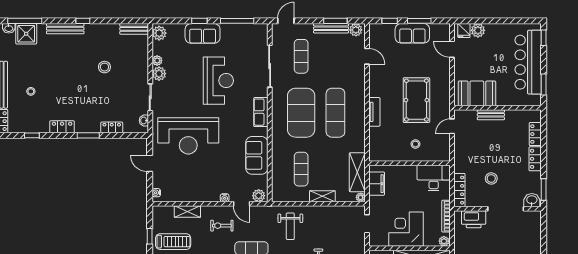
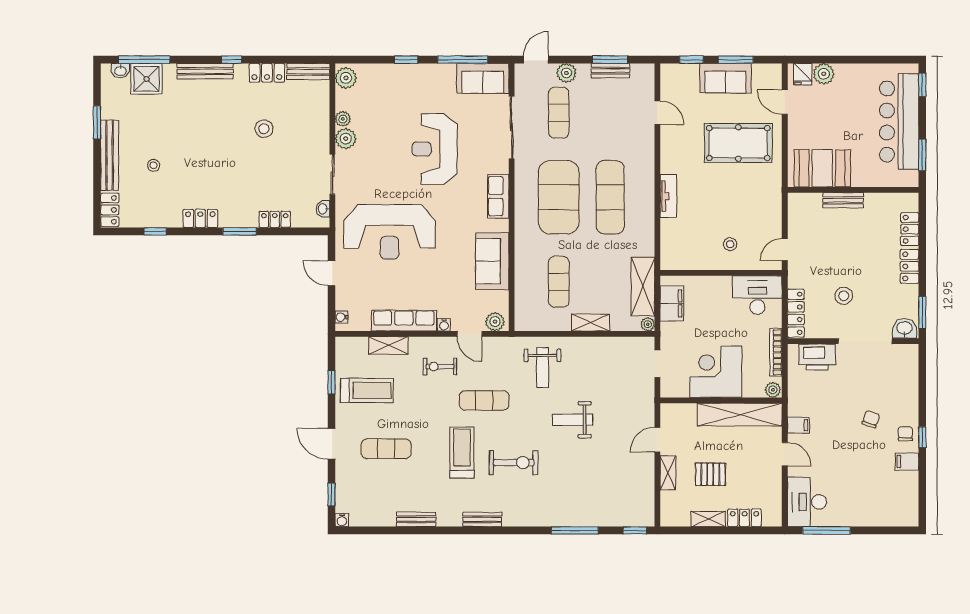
bench: (331, 28) -> (610, 71), width x0.73
locker: (106, 30) -> (267, 73), added
plant: (356, 30) -> (566, 73), moved
sofa: (203, 33) -> (483, 78), moved
reception desk: (218, 81) -> (435, 149), turned 180
pool table: (416, 100) -> (738, 143), moved, turned 90
door: (452, 126) -> (785, 250), moved
row of seats: (198, 195) -> (404, 321), added

